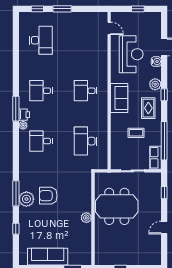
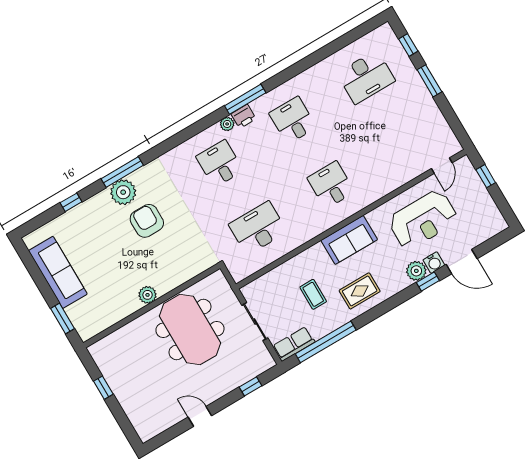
window: (138, 9) -> (486, 176), moved
plant: (155, 84) -> (416, 271), moved
window: (164, 95) -> (428, 282), moved

